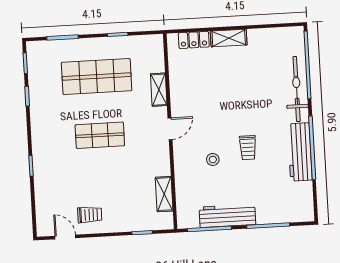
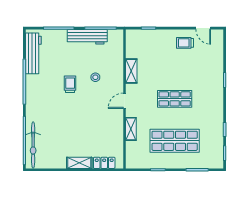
bicycle: (297, 89) -> (33, 145), moved
workbench: (300, 152) -> (33, 53), moved
shelving: (164, 194) -> (131, 71), moved

